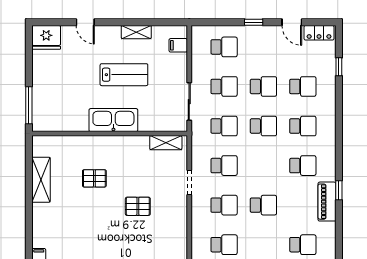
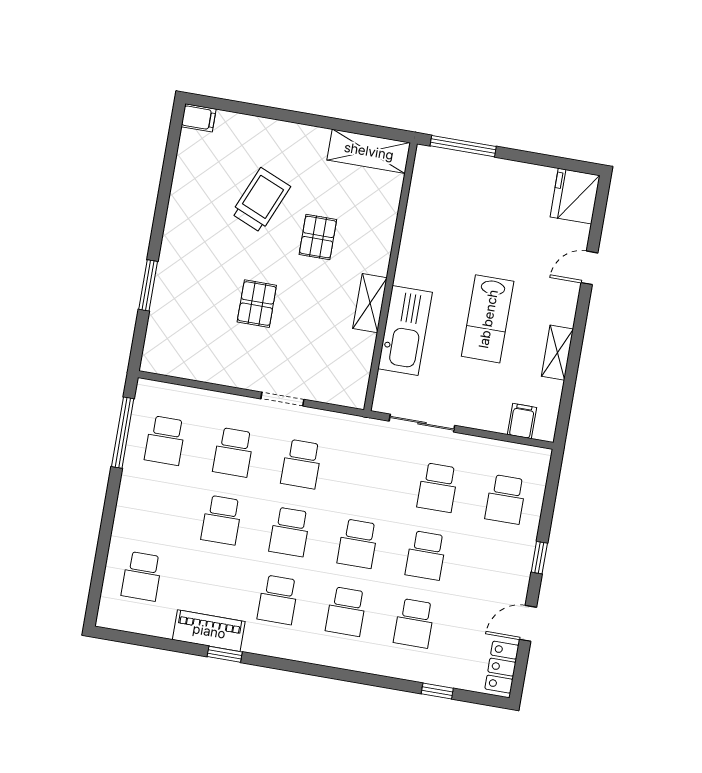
kitchen sink: (113, 120) -> (405, 331), moved
school desk: (224, 126) -> (290, 532), moved
shelving: (166, 143) -> (370, 303), moved
shelving: (41, 180) -> (369, 151), moved
trolley: (79, 214) -> (261, 200), added

